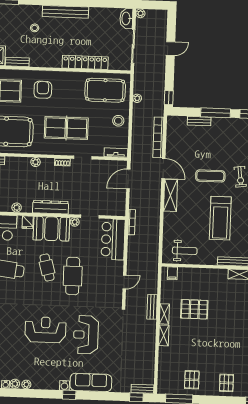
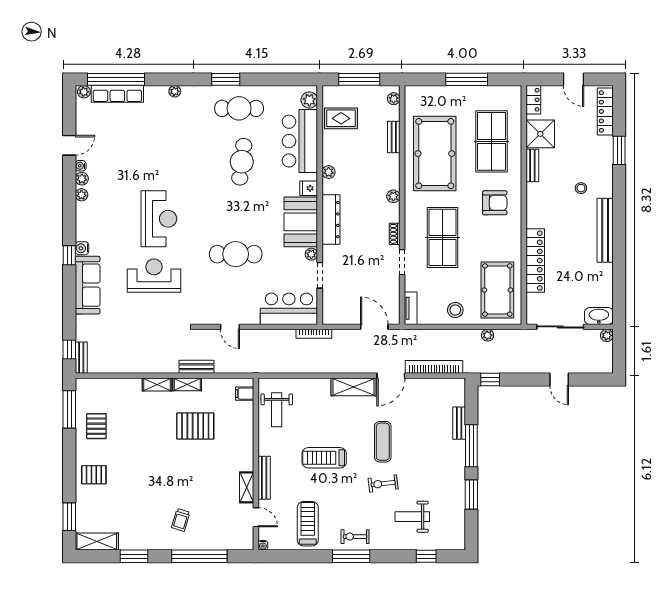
treadmill: (220, 218) -> (324, 458), width x0.73, depth x0.73
cafe table: (47, 268) -> (246, 218), removed
pallet: (194, 309) -> (195, 426), turned 90
pallet: (192, 380) -> (96, 426), turned 90

